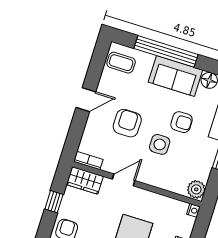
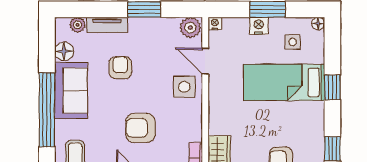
side table: (160, 144) -> (184, 87), moved
door: (124, 180) -> (205, 61), moved

